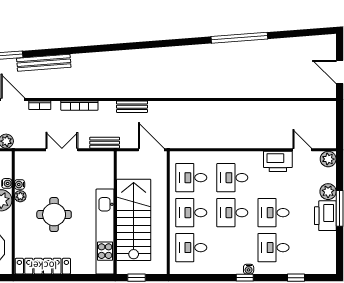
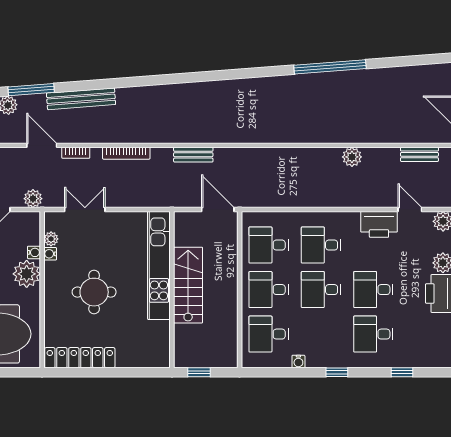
plant: (257, 108) -> (352, 157), added
bench: (105, 143) -> (419, 154), moved
double door: (62, 150) -> (85, 209), moved
plant: (20, 196) -> (51, 239), moved
stairs: (134, 220) -> (188, 285), width x0.73, depth x0.66
kitchen unit: (105, 232) -> (159, 265), moved
water cooler: (249, 269) -> (298, 361), moved

